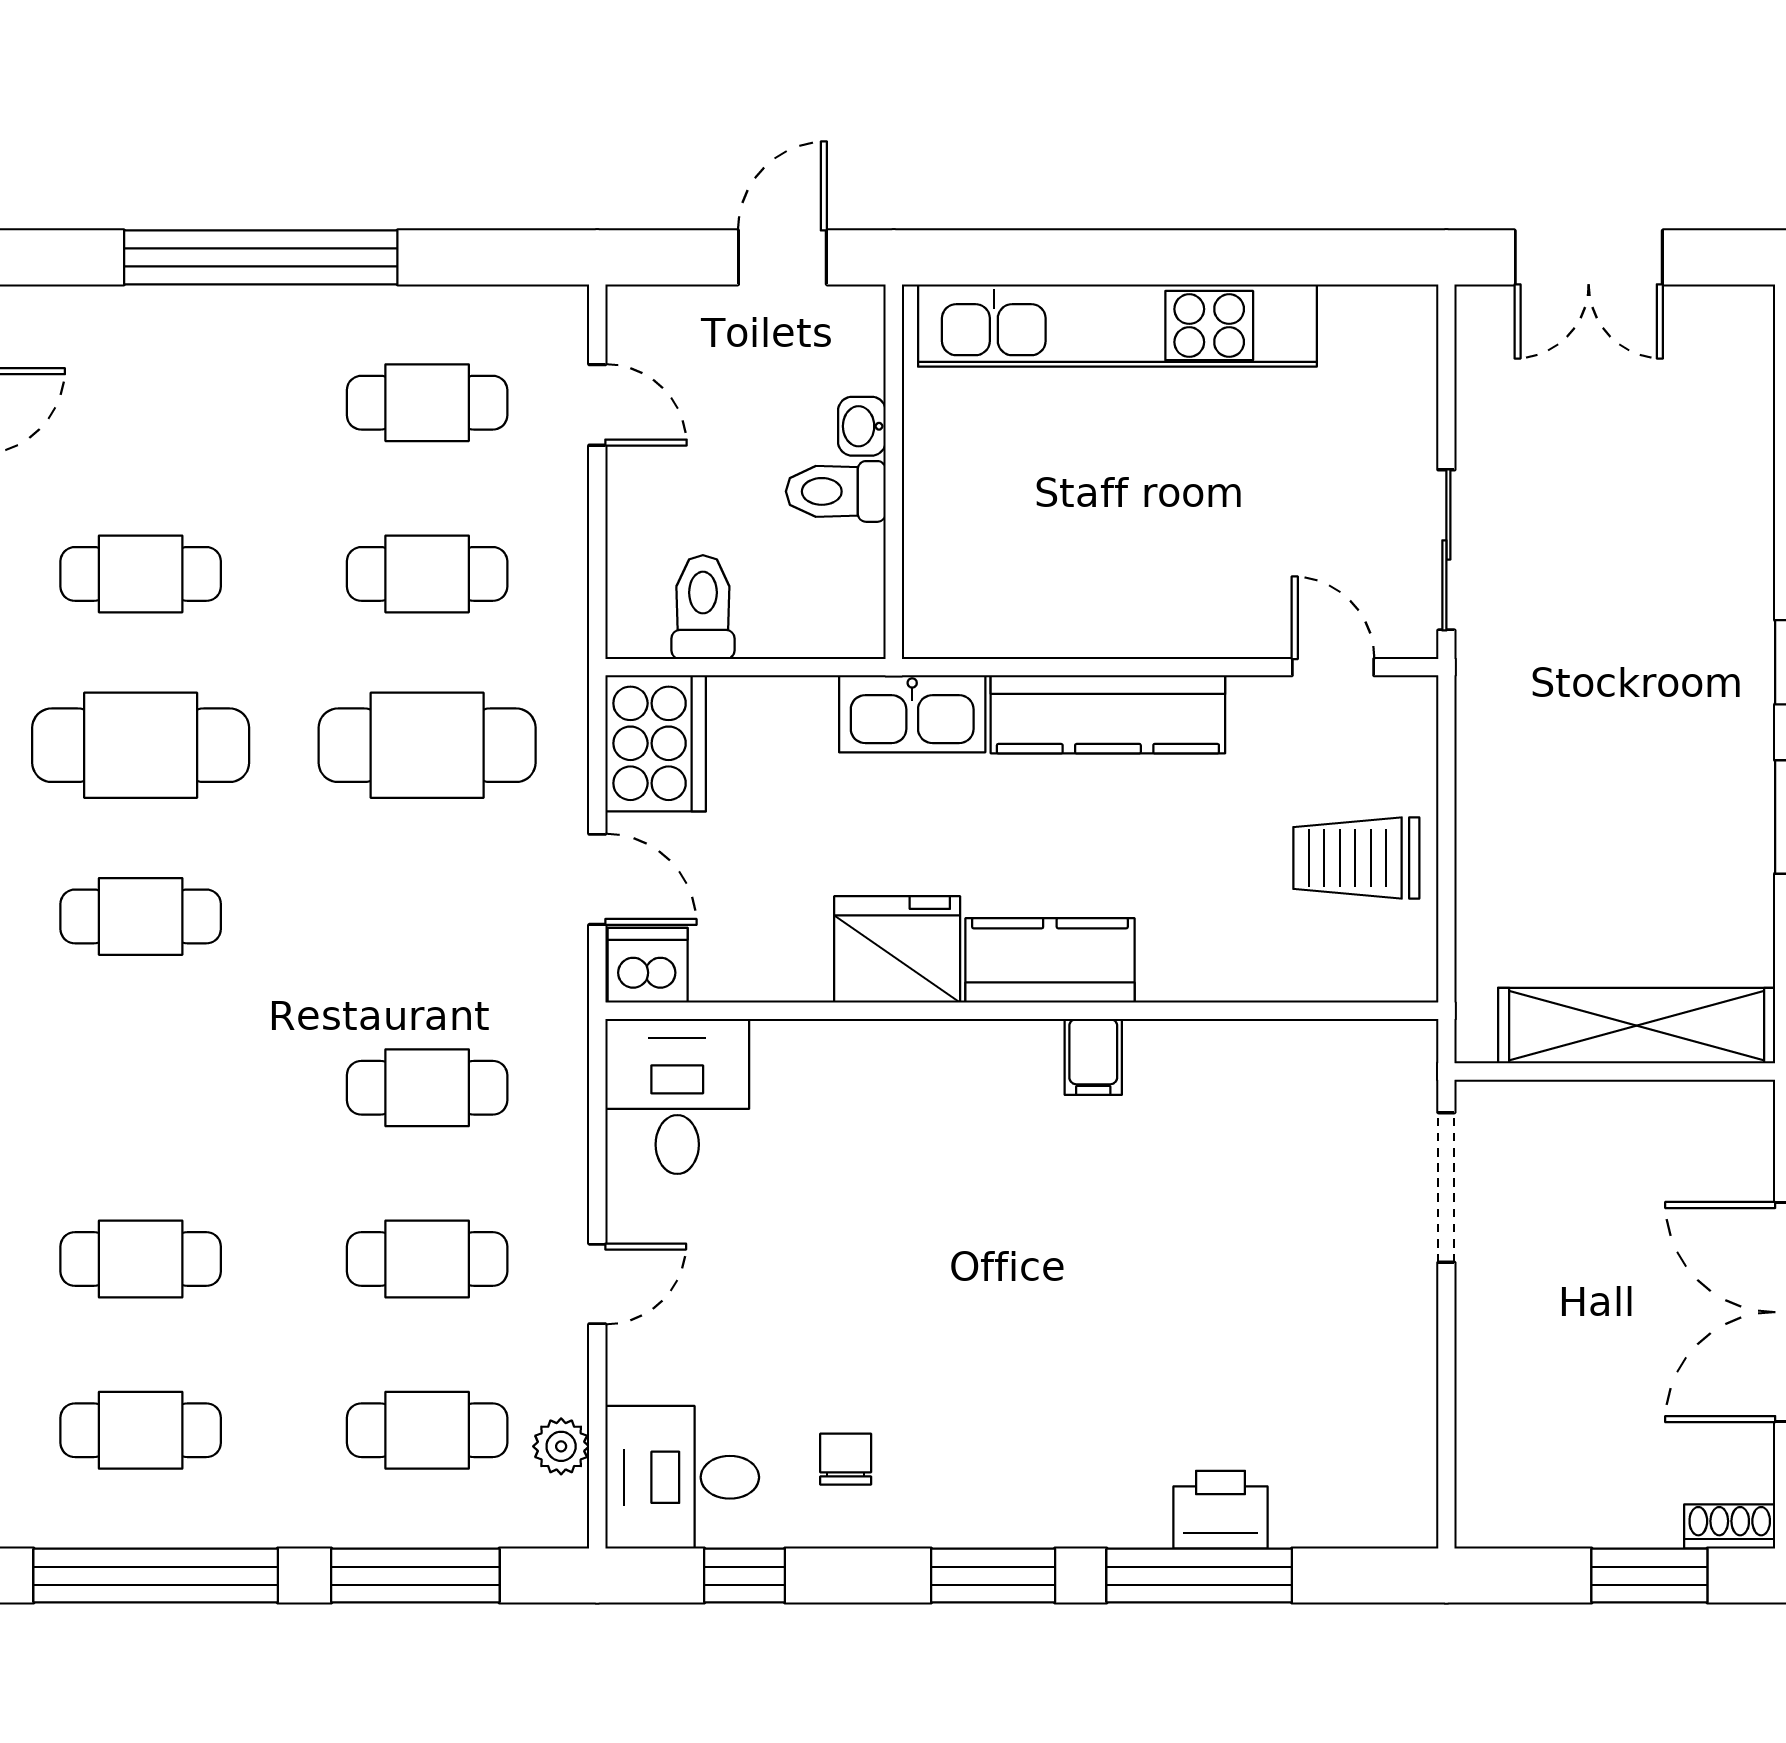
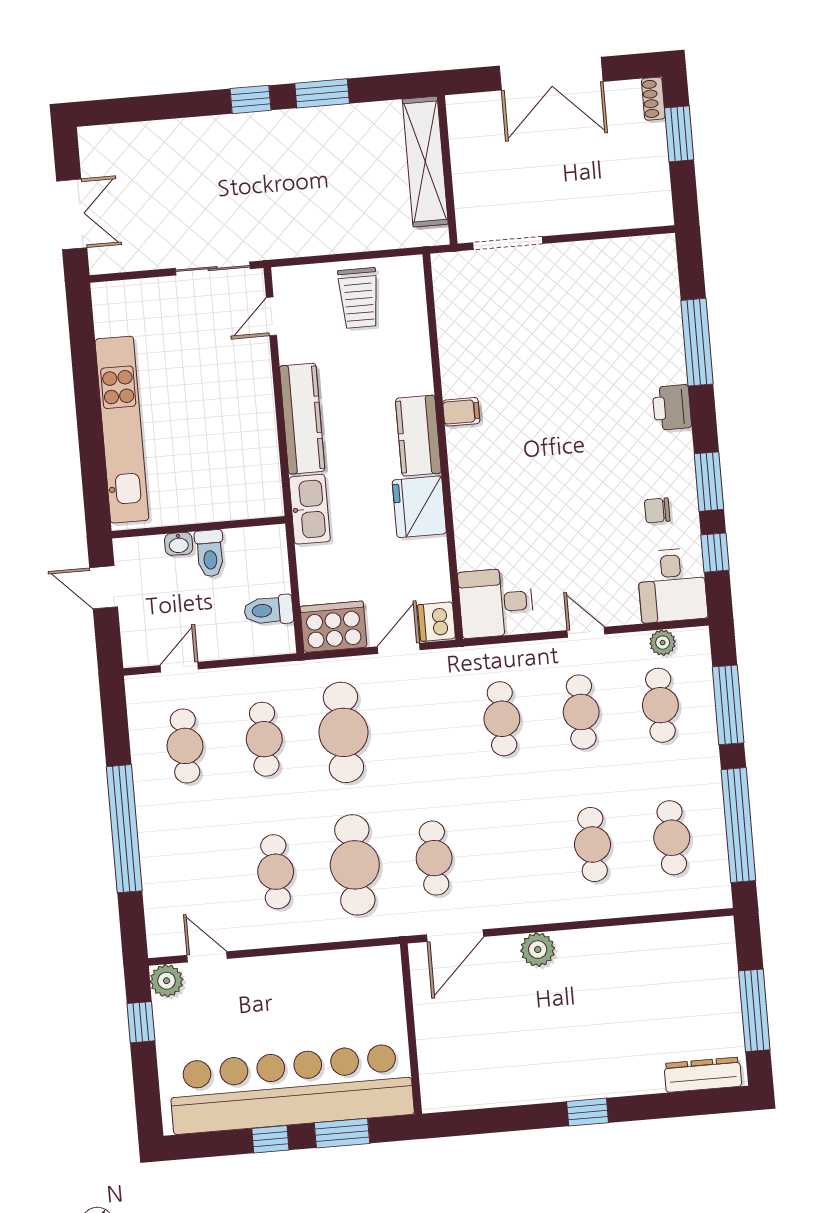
printer: (1221, 1510) -> (672, 407), moved
window: (993, 1576) -> (709, 482), moved

